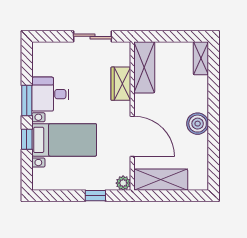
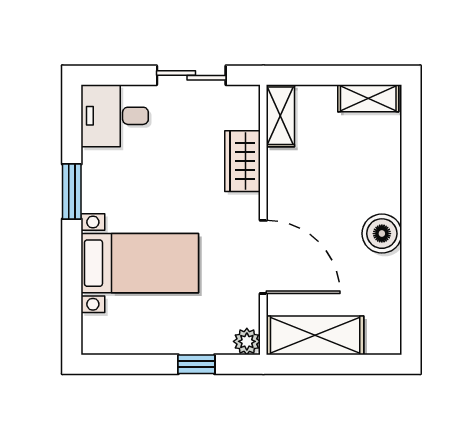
shelving: (201, 58) -> (368, 98), moved, turned 90
shelving: (144, 67) -> (280, 116), width x0.67, depth x0.75
desk: (50, 94) -> (115, 116), moved
window: (27, 139) -> (72, 262), removed

